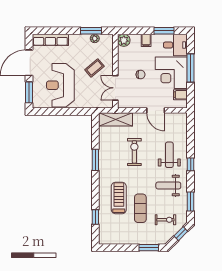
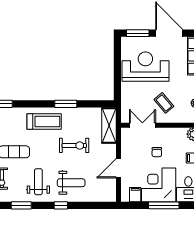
treadmill: (119, 198) -> (44, 122), moved

